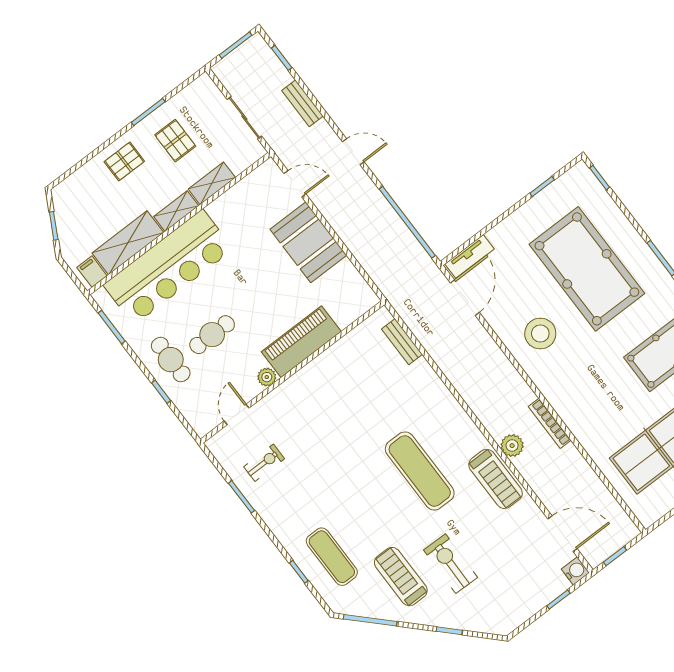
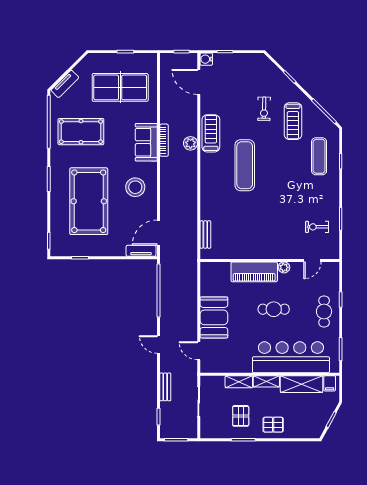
cafe table: (212, 335) -> (274, 309), moved
sofa: (571, 403) -> (146, 142), added
exercise bike: (451, 564) -> (264, 109), width x0.73, depth x0.72

